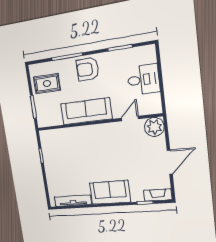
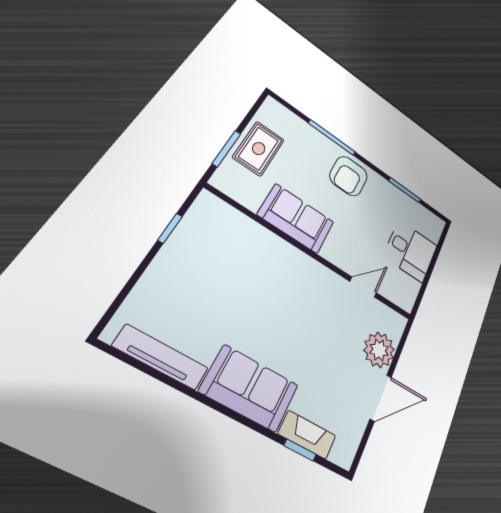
armchair: (88, 69) -> (349, 176), turned -90
rug: (47, 84) -> (259, 149), moved, turned 90
sofa: (86, 111) -> (296, 218), width x0.73
plant: (154, 127) -> (379, 350), moved
fireplace: (158, 195) -> (307, 435), moved

